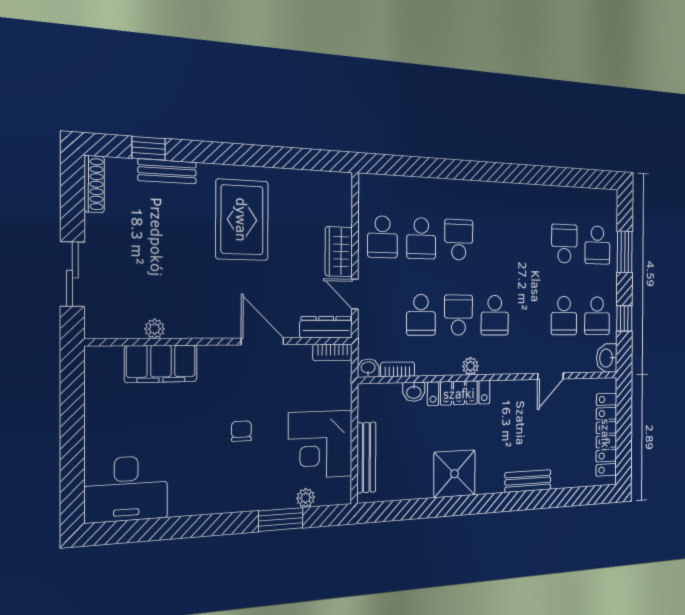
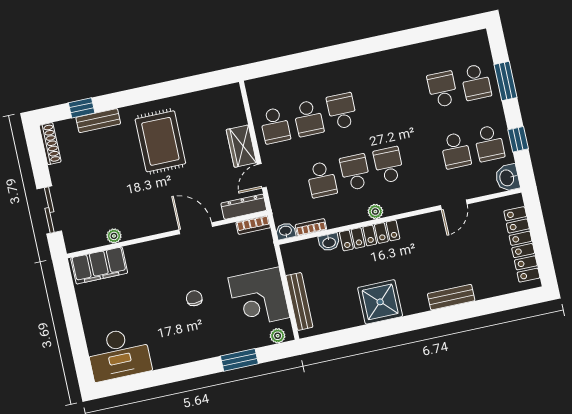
door: (355, 294) -> (262, 176), hinge flipped
school desk: (495, 315) -> (389, 165), turned 180
filing cabinet: (161, 364) -> (99, 265), moved
plant: (306, 498) -> (278, 336), moved

